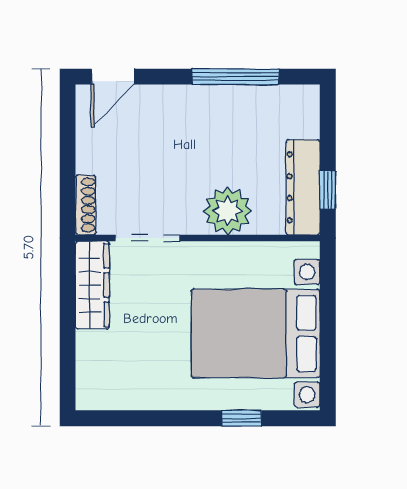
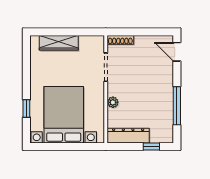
window: (328, 190) -> (151, 146), moved
plant: (228, 211) -> (113, 102), width x0.53, depth x0.53
wardrobe: (92, 285) -> (59, 43), moved

